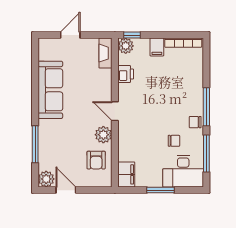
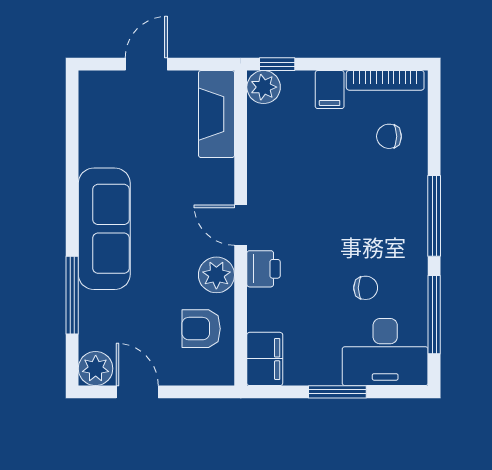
fireplace: (105, 53) -> (217, 114), width x1.37, depth x1.32
printer: (126, 74) -> (263, 269), moved
sofa: (50, 90) -> (104, 229), moved
chair: (195, 122) -> (389, 136), moved
armchair: (96, 160) -> (201, 329), turned 90

